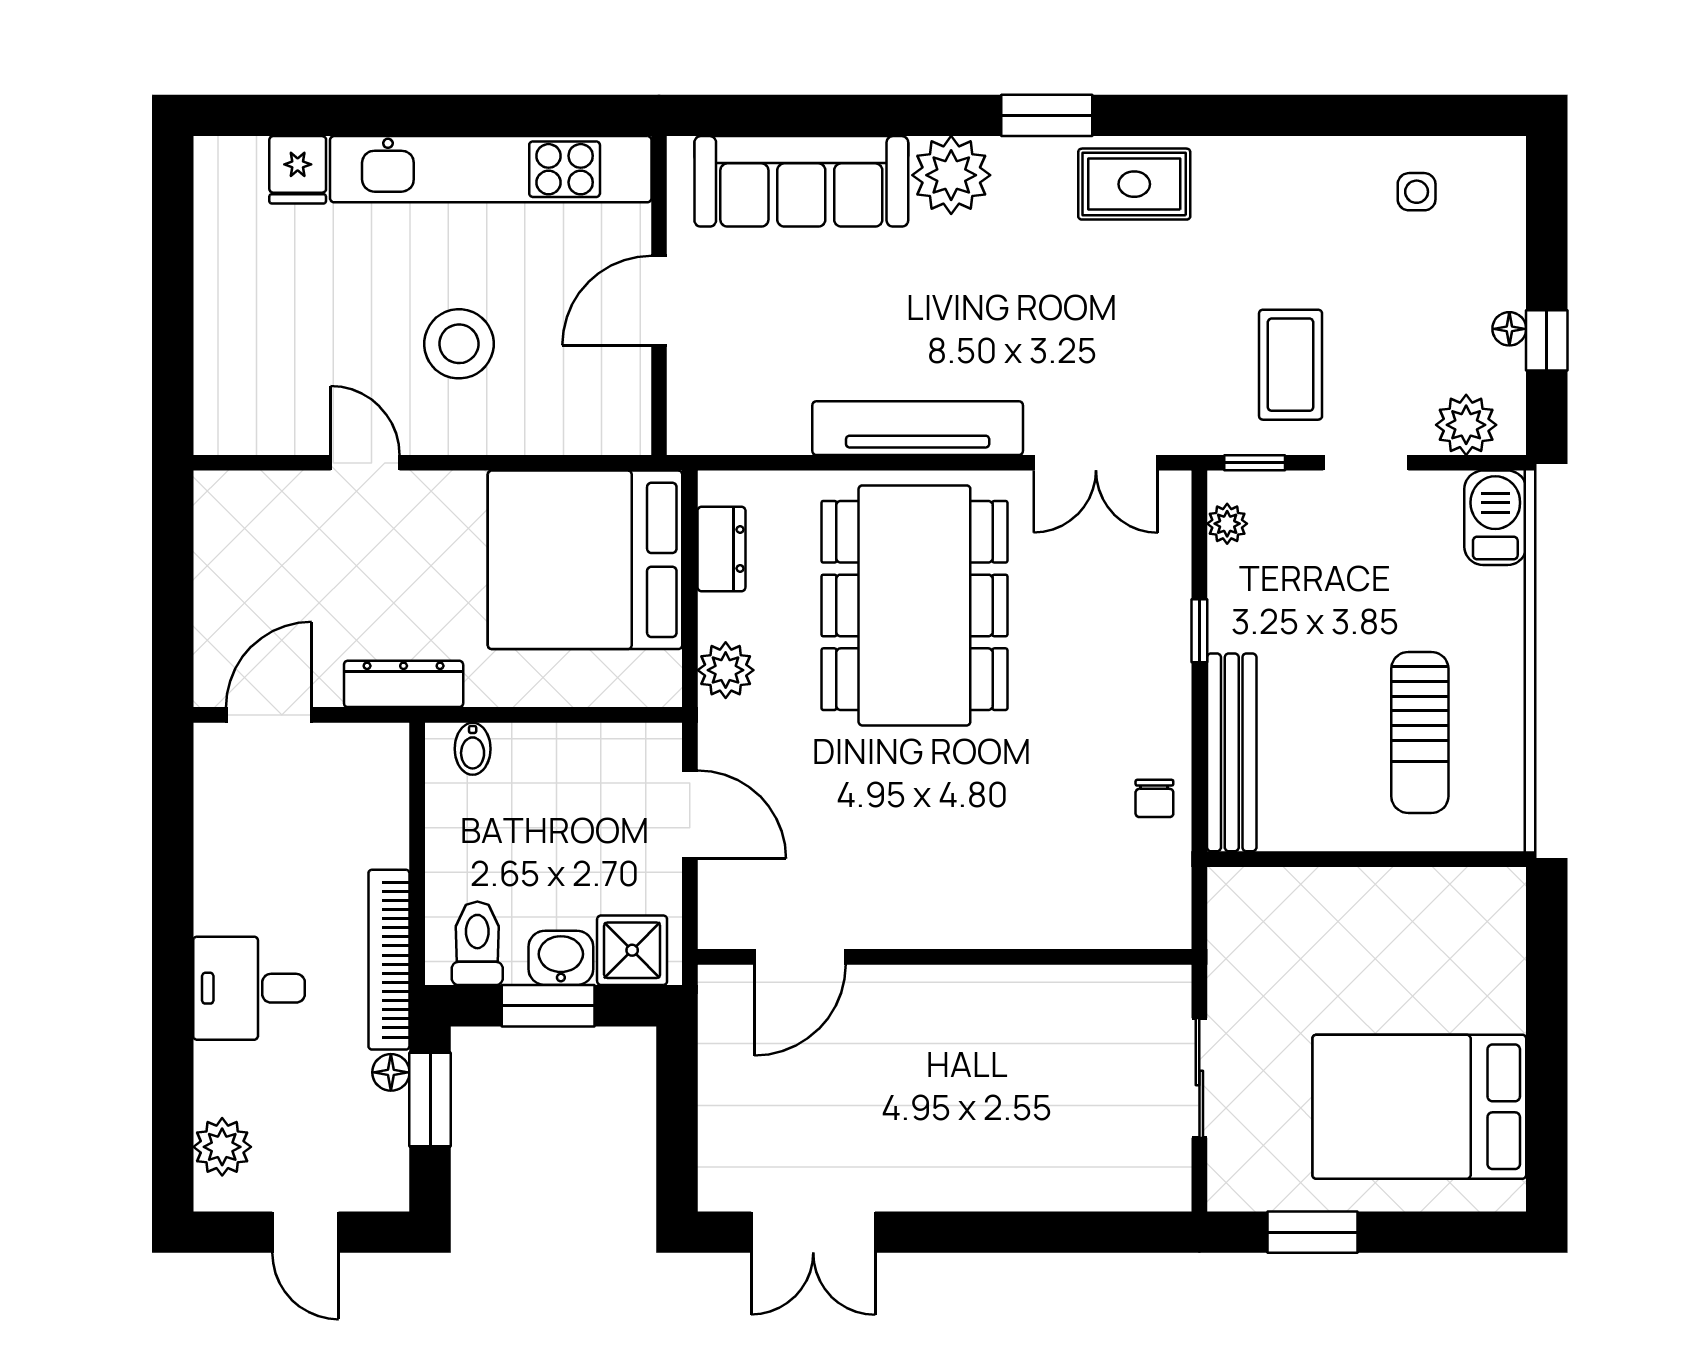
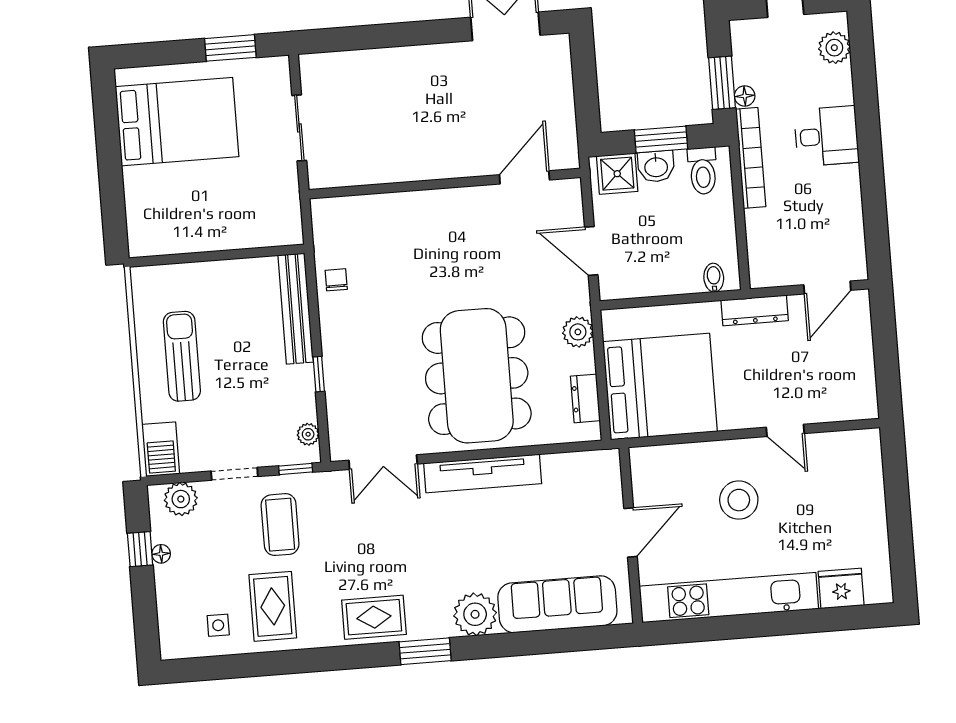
fridge: (298, 170) -> (841, 588), width x1.38
rug: (1315, 218) -> (273, 606), added
double door: (1096, 463) -> (383, 462), swing flipped
sun lounger: (1420, 732) -> (182, 356), moved

